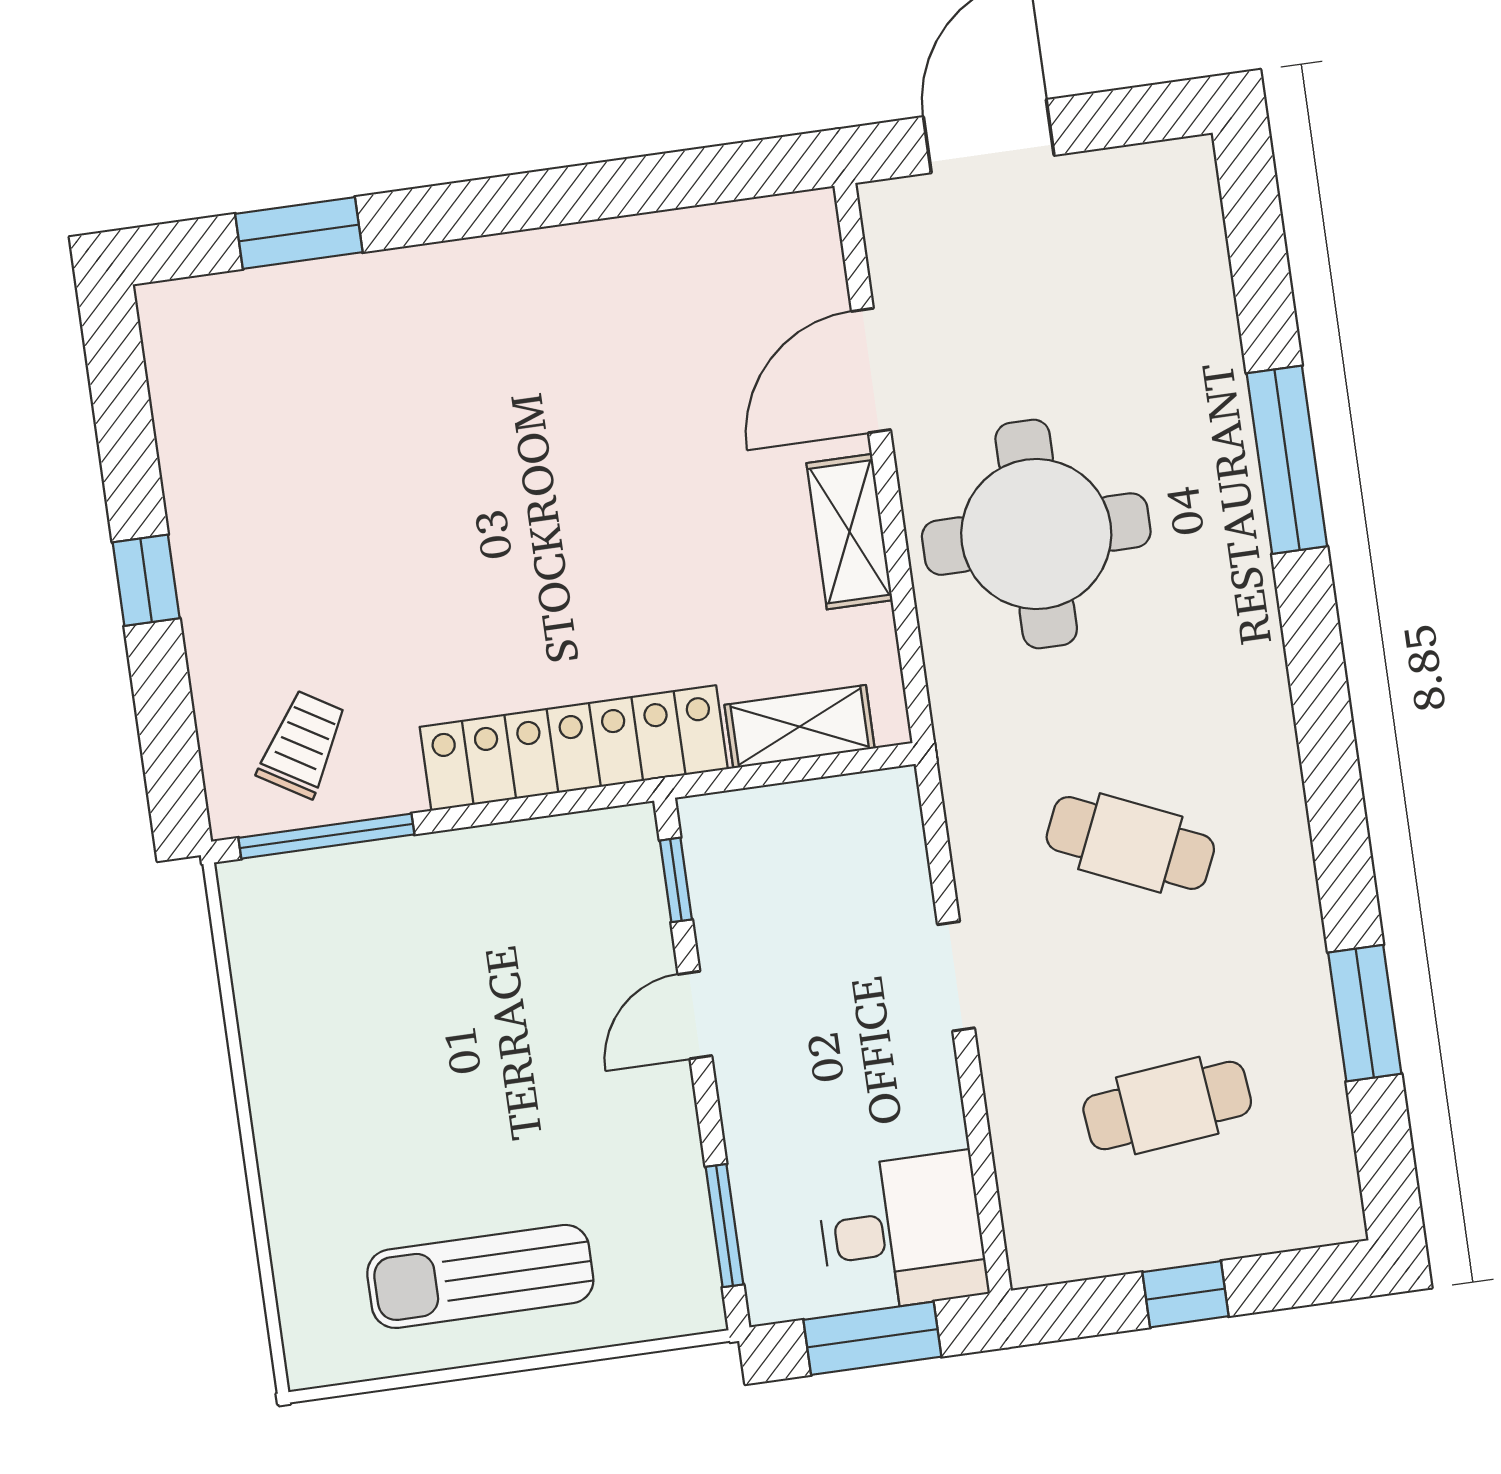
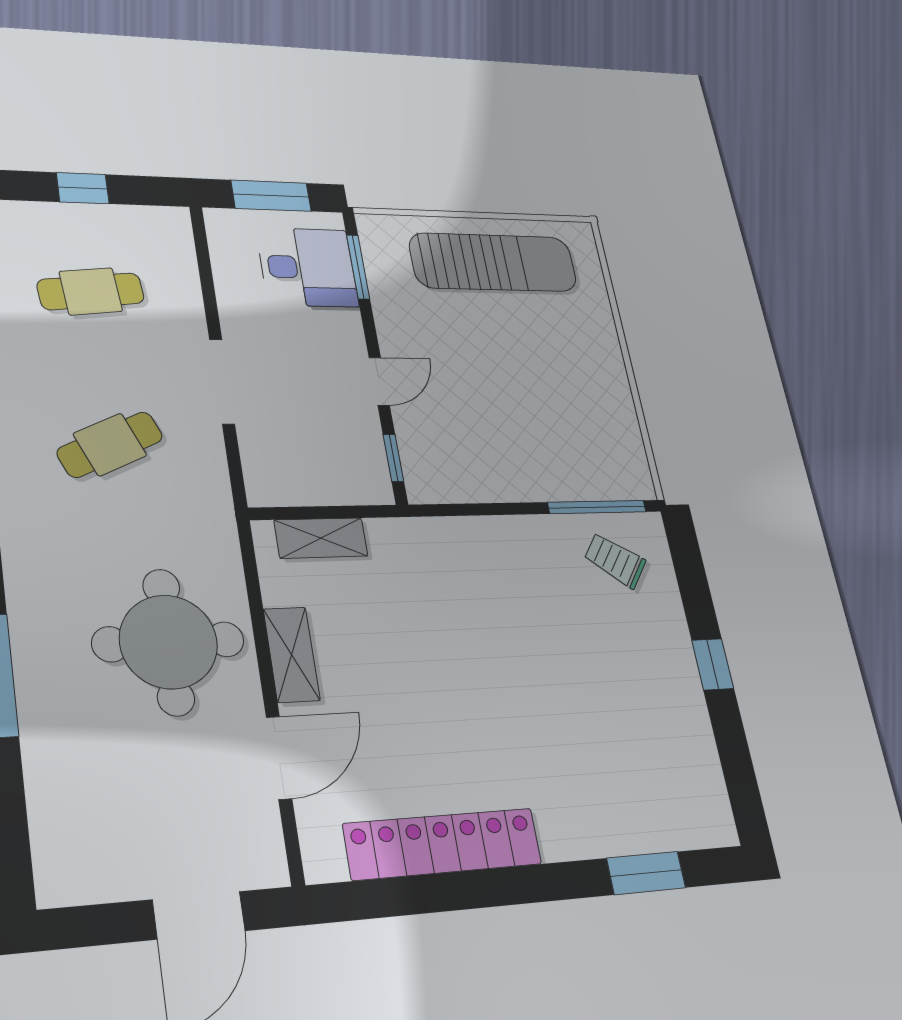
trolley: (302, 744) -> (615, 560), turned 94
locker: (574, 748) -> (443, 844), moved, turned 180
cafe table: (1130, 843) -> (110, 445), turned -48
doorway: (956, 976) -> (222, 382), width x1.38
desk: (902, 1232) -> (307, 267), moved, turned 180
sun lounger: (480, 1276) -> (493, 262), width x1.36, depth x1.34

